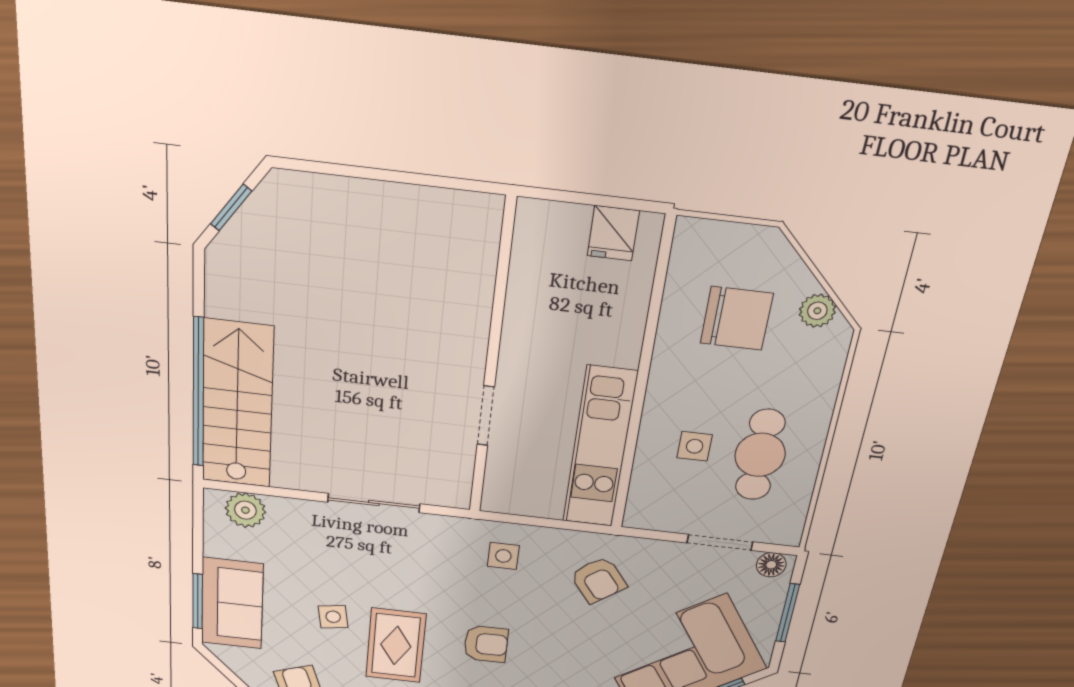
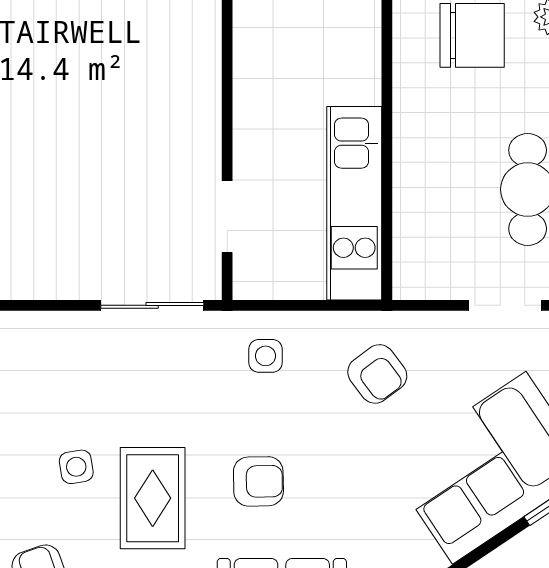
doorway: (486, 416) -> (227, 217), moved
side table: (695, 446) -> (456, 188), removed
sliding door: (374, 503) -> (152, 305), moved

